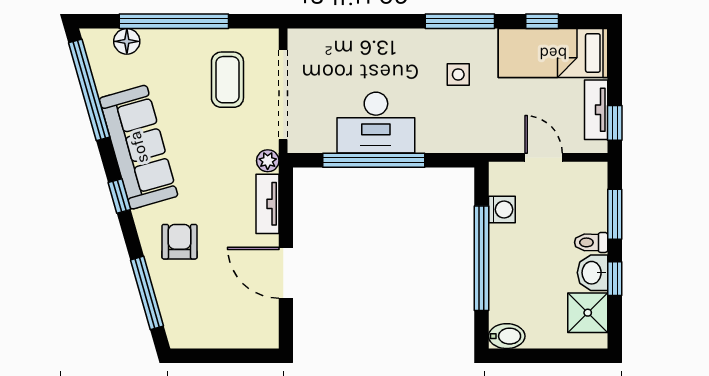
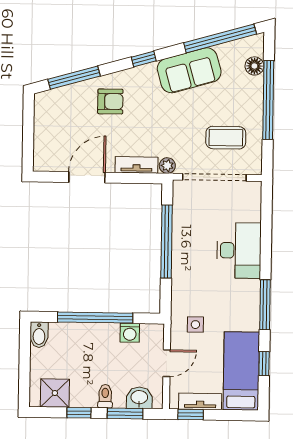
side table: (458, 74) -> (195, 325), moved
desk: (376, 123) -> (239, 250), moved, turned 180
sofa: (139, 147) -> (189, 70), width x0.73
washbasin: (592, 273) -> (139, 398), moved

